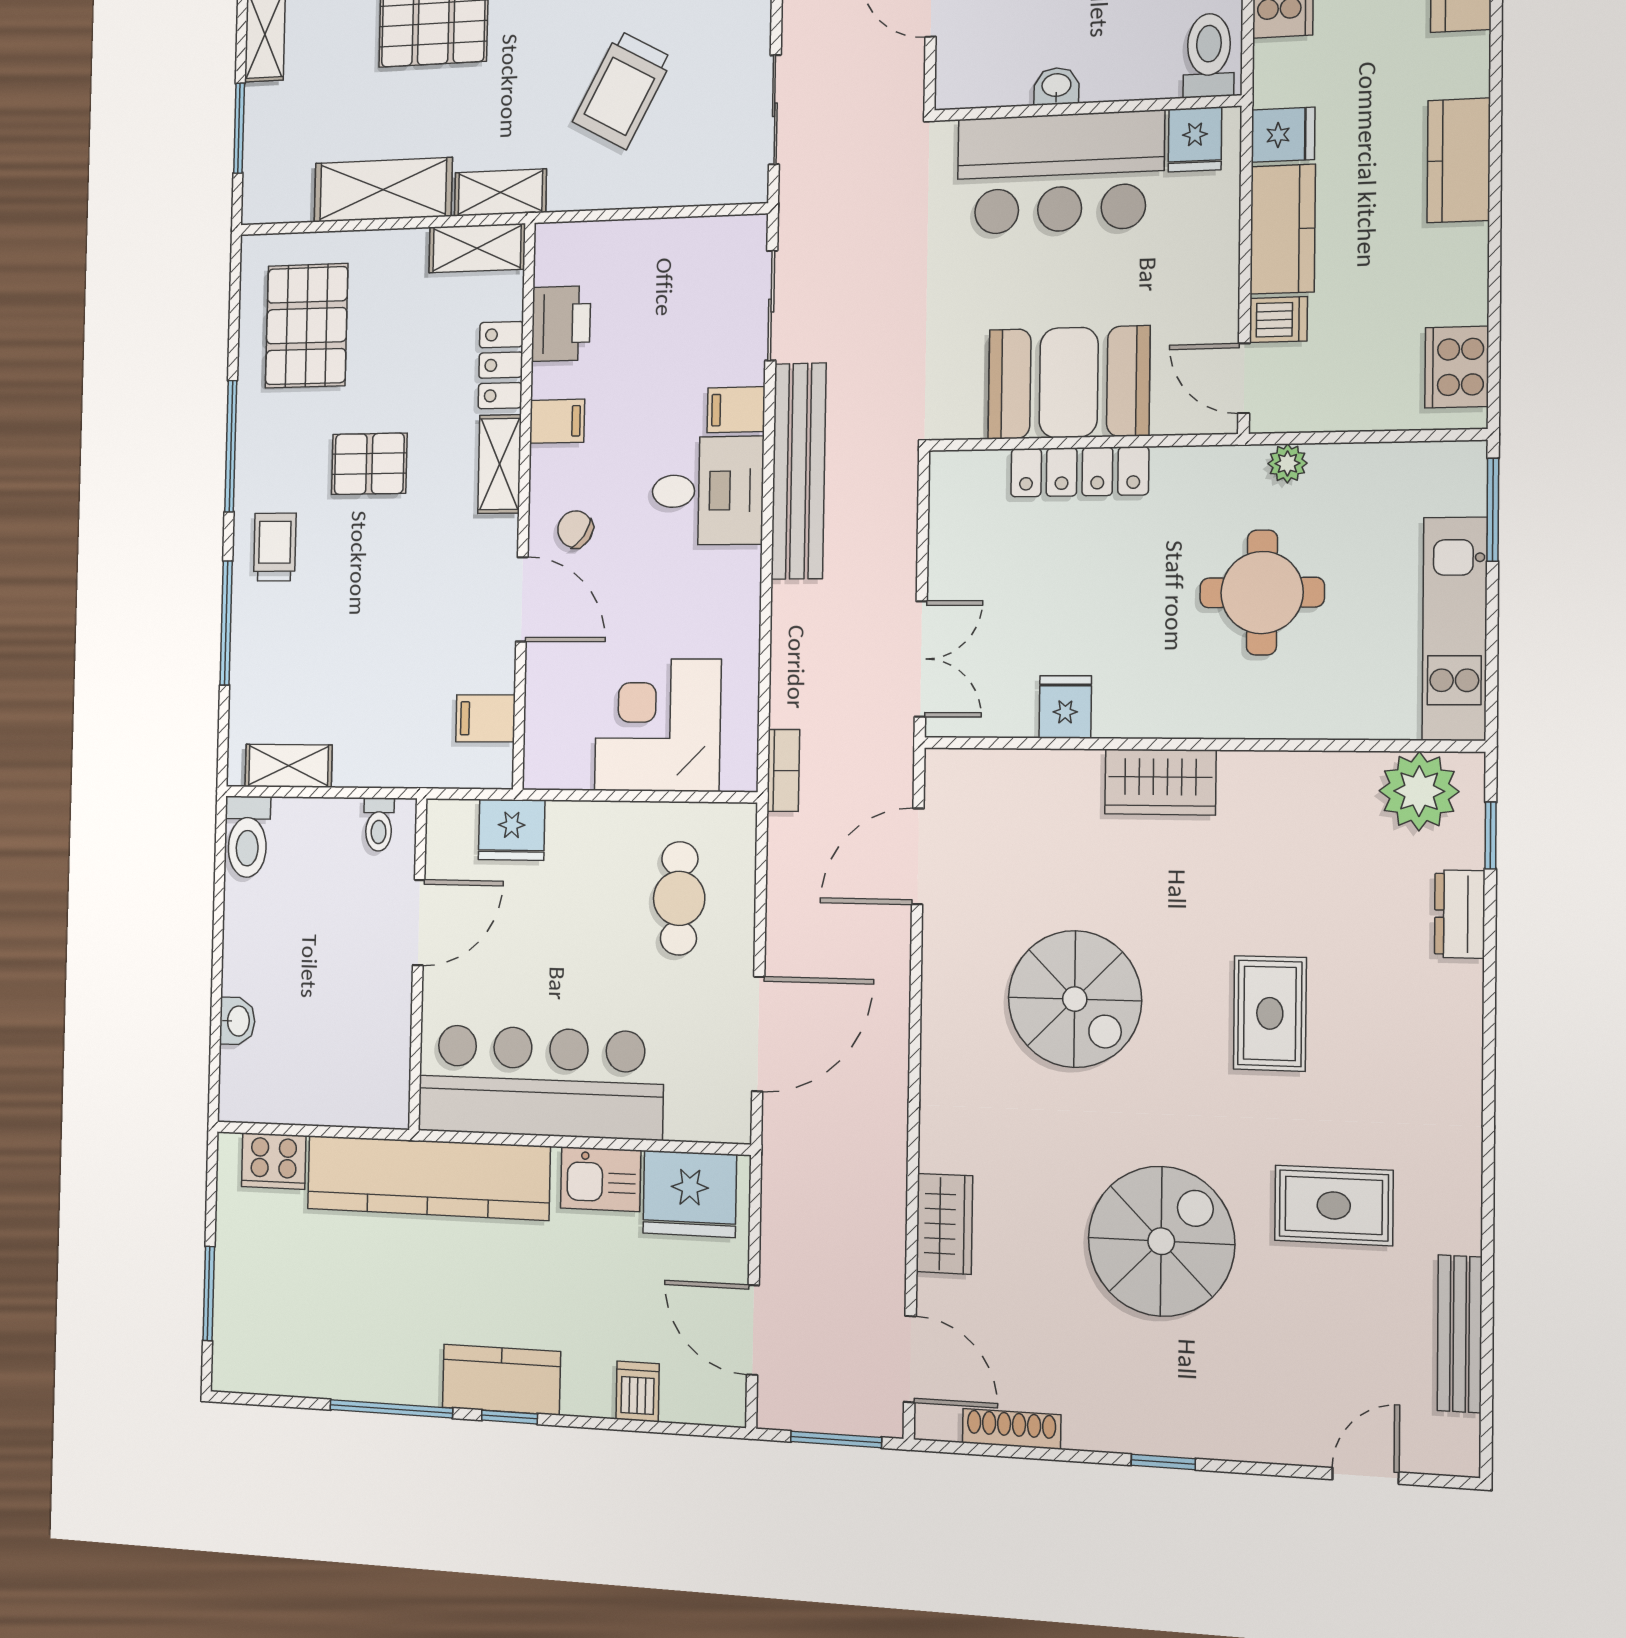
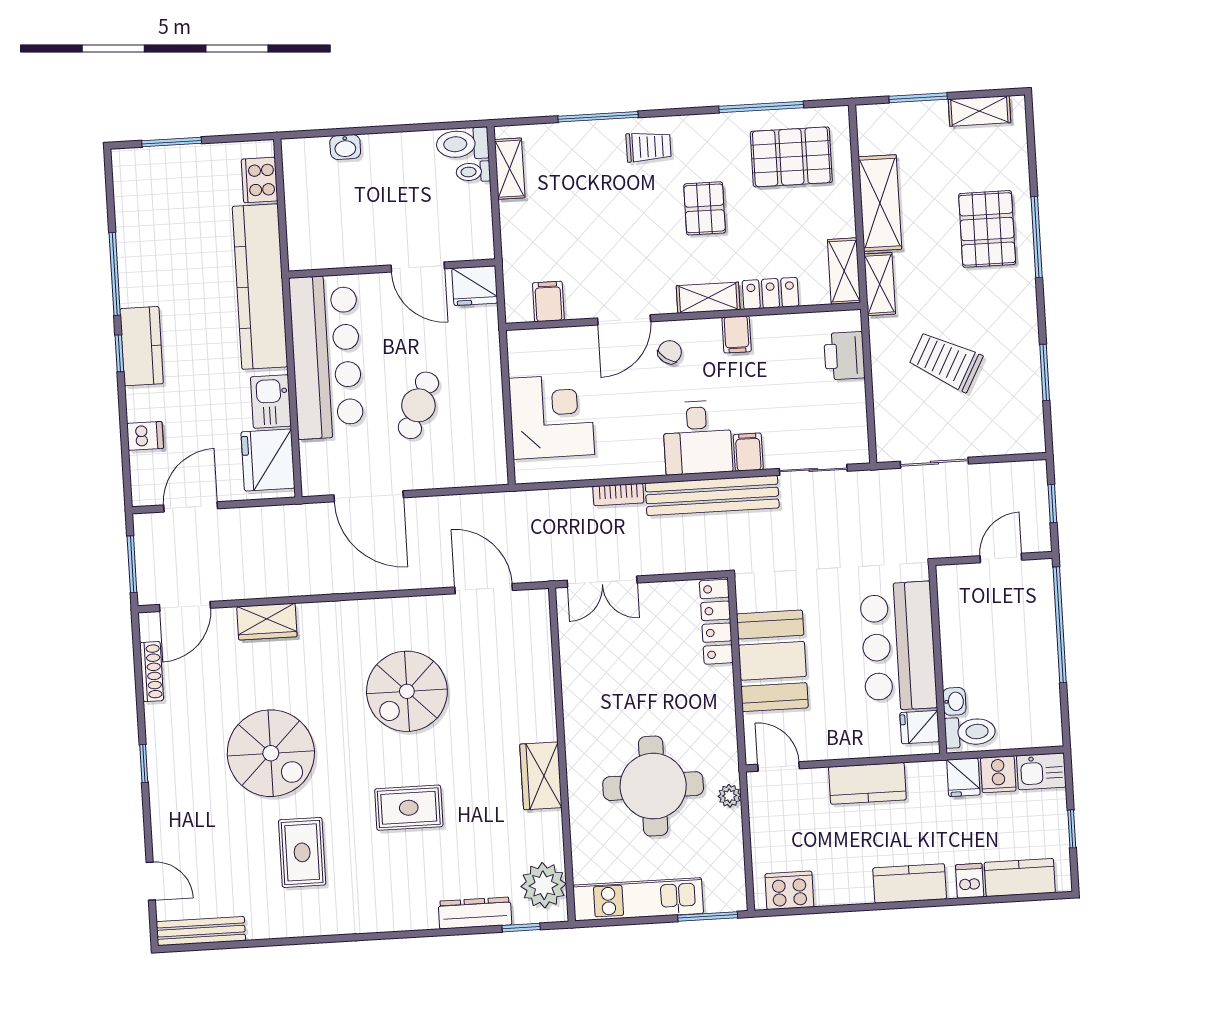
washbasin: (1056, 86) -> (954, 701), moved
fridge: (1283, 135) -> (963, 777), moved
dishwasher: (1278, 320) -> (970, 881), moved, turned 180
printer: (561, 324) -> (844, 356), moved, turned 90
door: (1244, 378) -> (779, 767), hinge flipped
window: (231, 446) -> (761, 107), moved
locker: (1079, 472) -> (716, 622), moved
round table: (1262, 592) -> (653, 786), width x1.36, depth x1.36
fridge: (1065, 707) -> (579, 673), removed
bookcase: (783, 770) -> (618, 495), moved
wardrobe: (1160, 782) -> (541, 776), moved
toilet: (379, 825) -> (473, 172), moved
fridge: (512, 830) -> (475, 286), moved, turned -90
cafe table: (679, 898) -> (418, 405), moved, turned -66
dresser: (1460, 914) -> (475, 913), width x1.44
bench: (1460, 1334) -> (201, 931), moved

